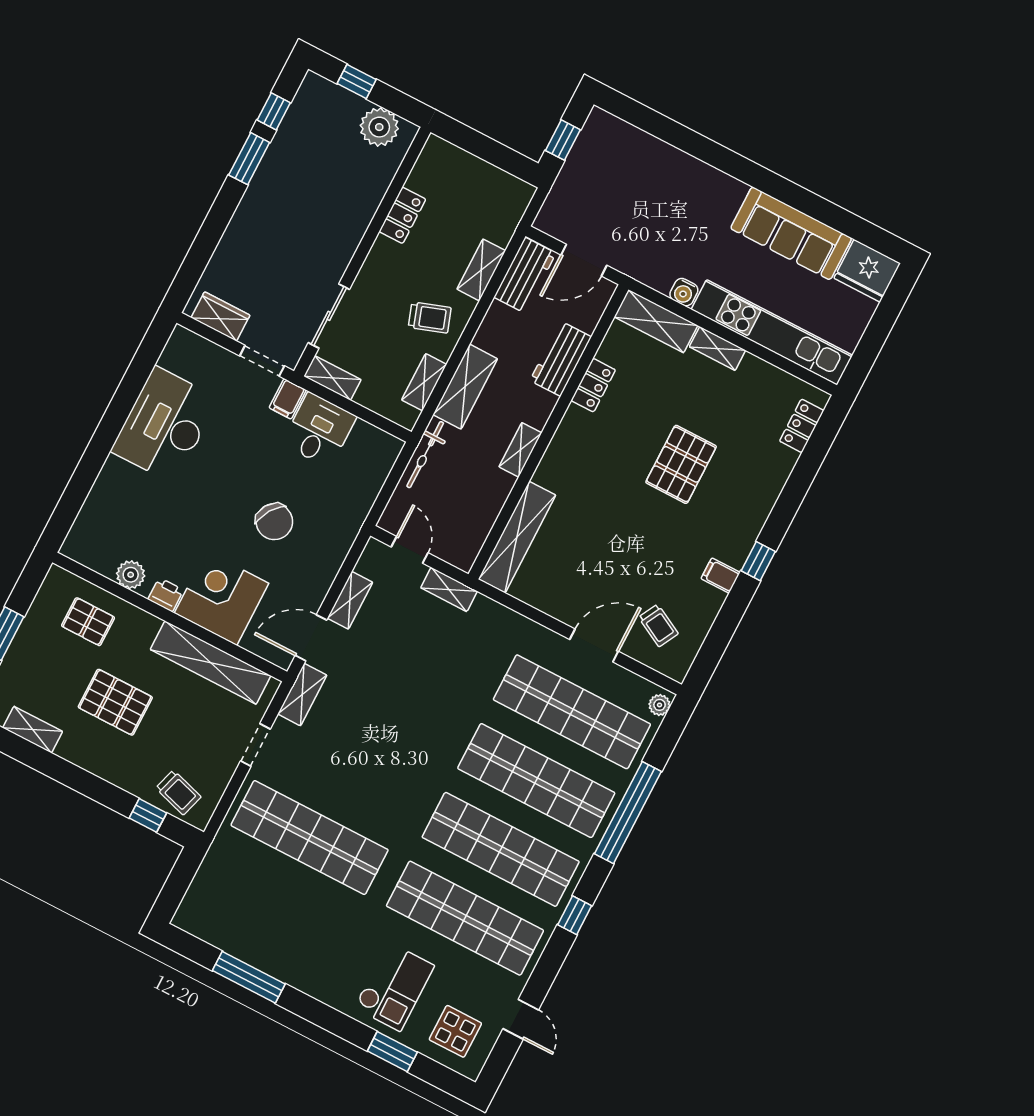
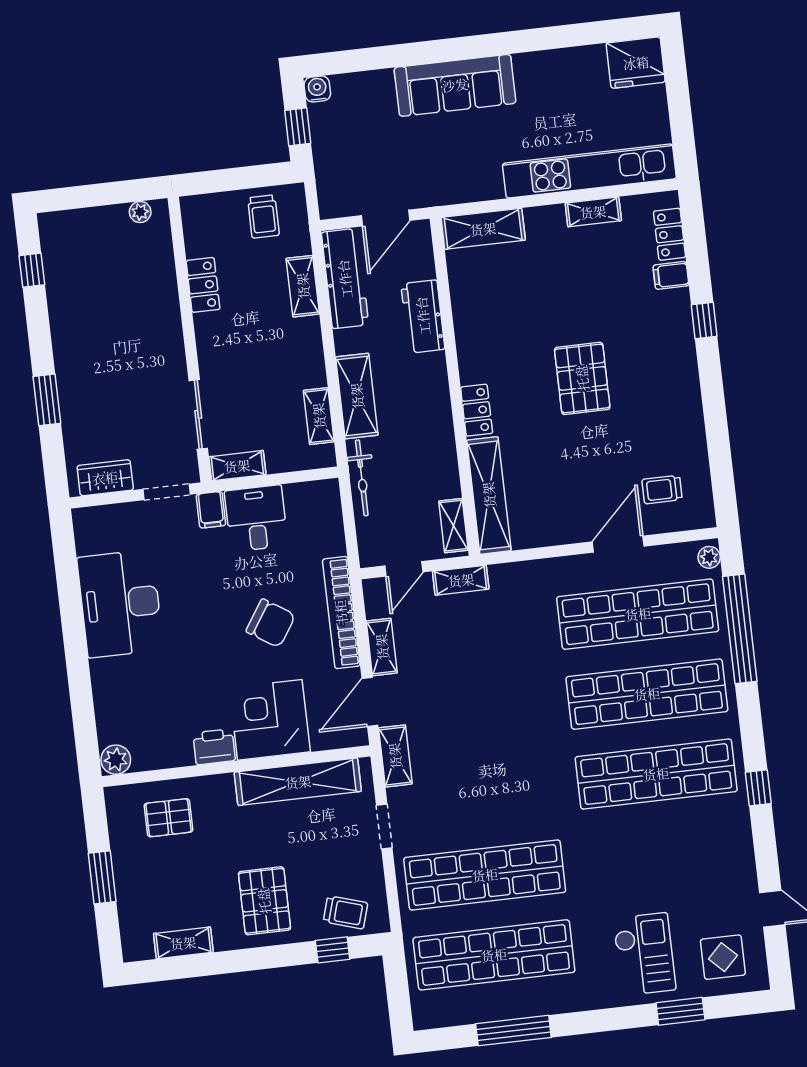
window: (357, 81) -> (86, 196), removed
plant: (379, 127) -> (140, 212), width x0.53, depth x0.53
window: (249, 159) -> (47, 400), moved
sofa: (791, 233) -> (455, 85), moved
workbench: (525, 275) -> (345, 279), width x1.38
water cooler: (684, 292) -> (317, 89), moved, turned 180
trolley: (430, 318) -> (263, 217), moved, turned 109
shelving: (717, 348) -> (593, 212), moved
locker: (593, 385) -> (477, 410), moved
shelving: (520, 450) -> (453, 526), moved
pallet: (681, 464) -> (582, 378), moved
door: (410, 550) -> (404, 569), swing flipped
bookcase: (336, 551) -> (341, 613), added
window: (758, 561) -> (704, 320), moved
plant: (131, 575) -> (116, 760), moved
filing cabinet: (721, 575) -> (671, 275), moved
printer: (166, 595) -> (214, 747), width x1.36, depth x1.24
trolley: (658, 625) -> (662, 490), turned 152
pallet: (115, 702) -> (264, 901), moved, turned 90
window: (628, 813) -> (740, 629), moved
shop shelf: (465, 918) -> (494, 955), moved

